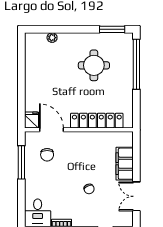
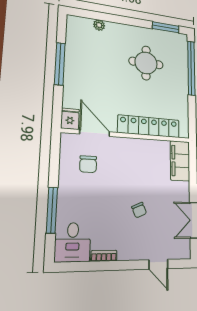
window: (21, 76) -> (60, 64), added
window: (21, 162) -> (52, 210), moved
filing cabinet: (125, 164) -> (180, 161), moved

